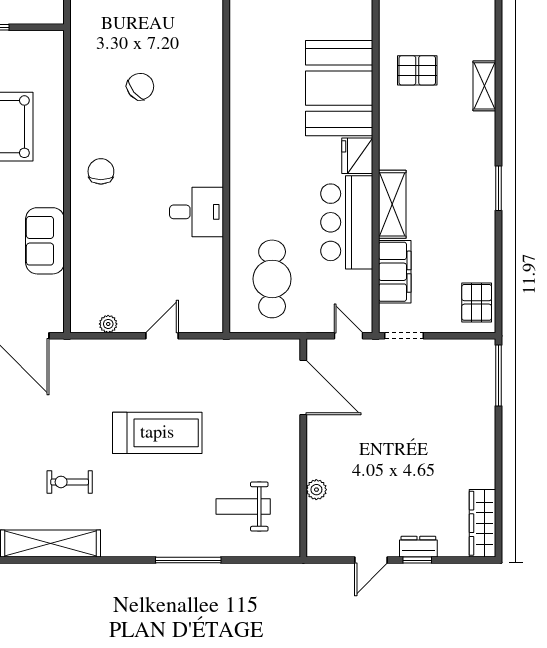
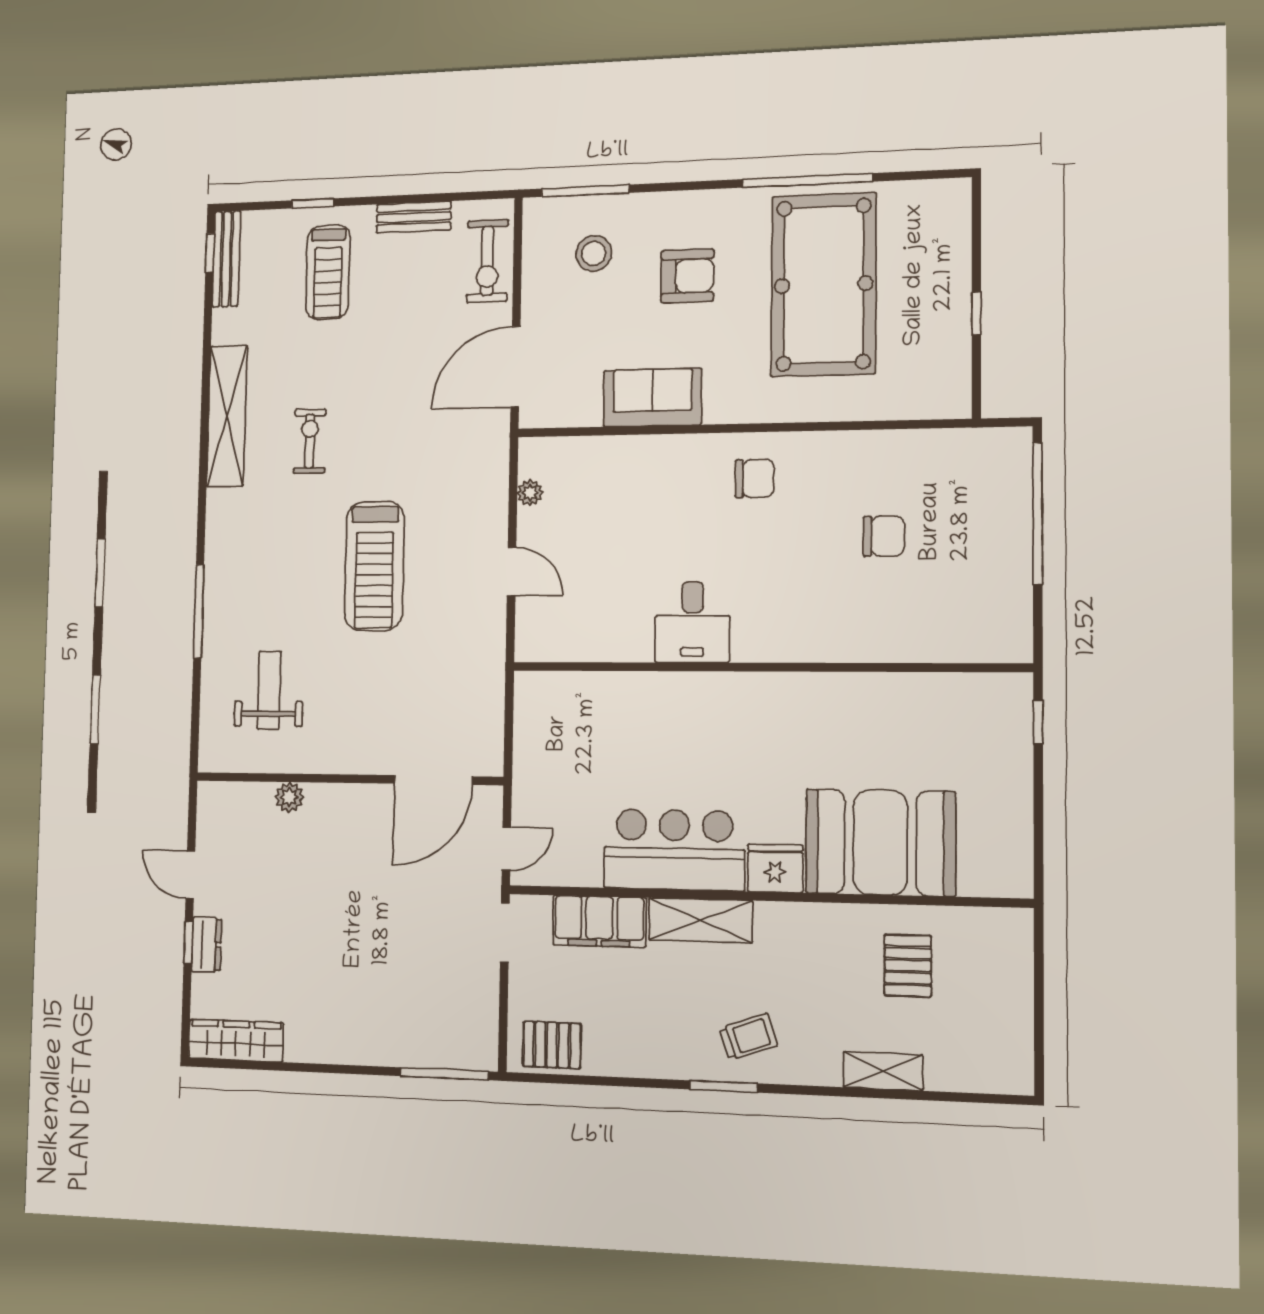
chair: (140, 87) -> (884, 536), turned -51
trolley: (466, 172) -> (748, 1037), added
cafe table: (272, 279) -> (591, 735), removed

